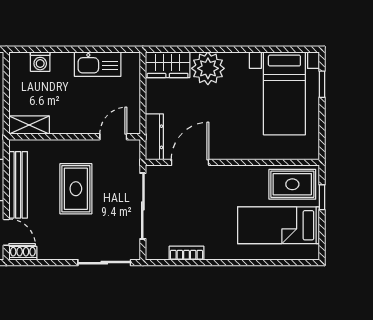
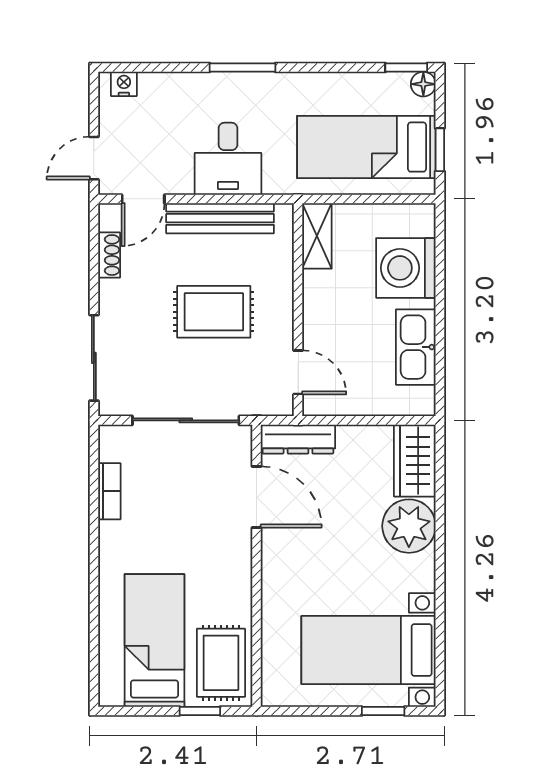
washing machine: (40, 62) -> (406, 268), width x1.89, depth x1.89
shoe rack: (23, 253) -> (109, 255), moved

